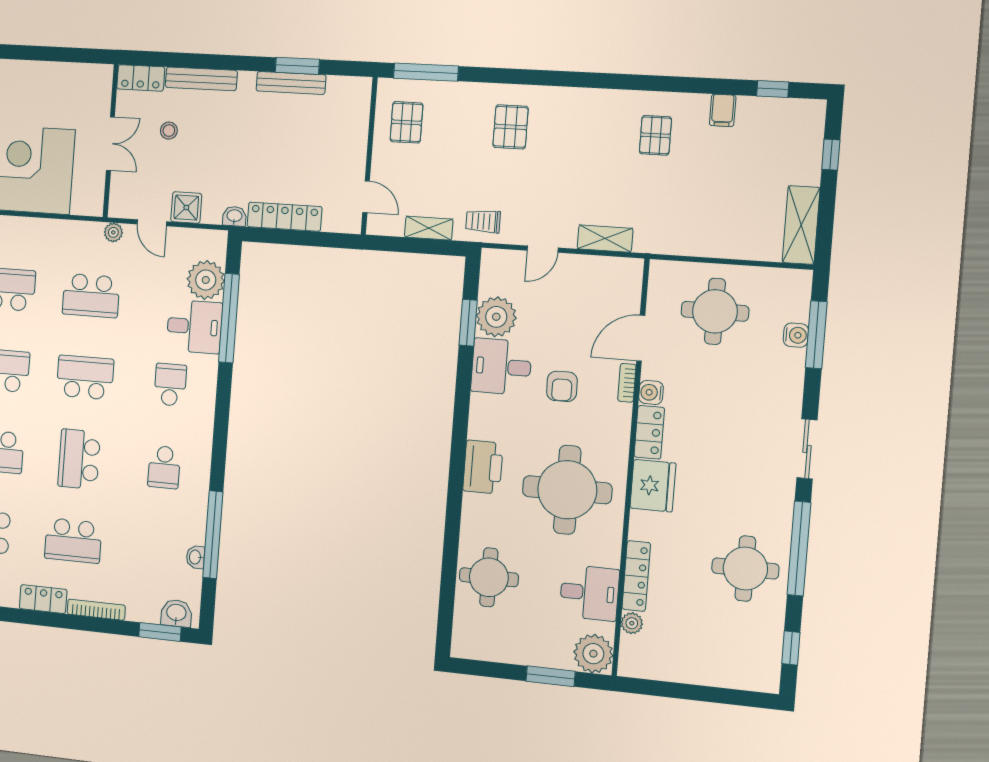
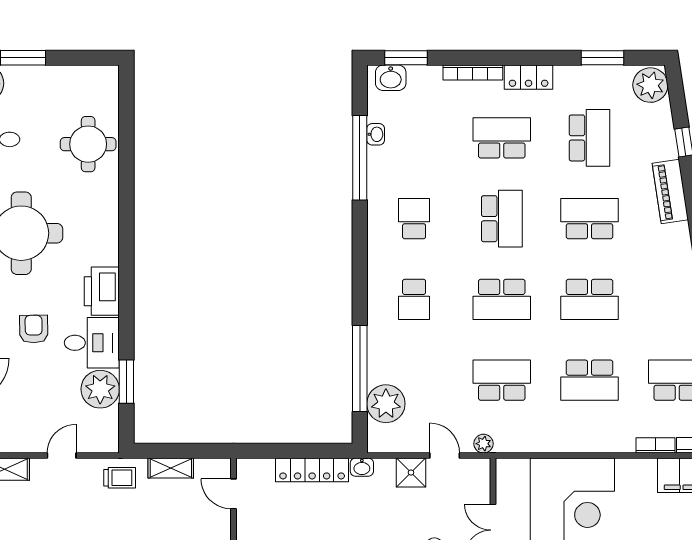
desk: (194, 327) -> (394, 358), removed
printer: (483, 467) -> (102, 291), moved

